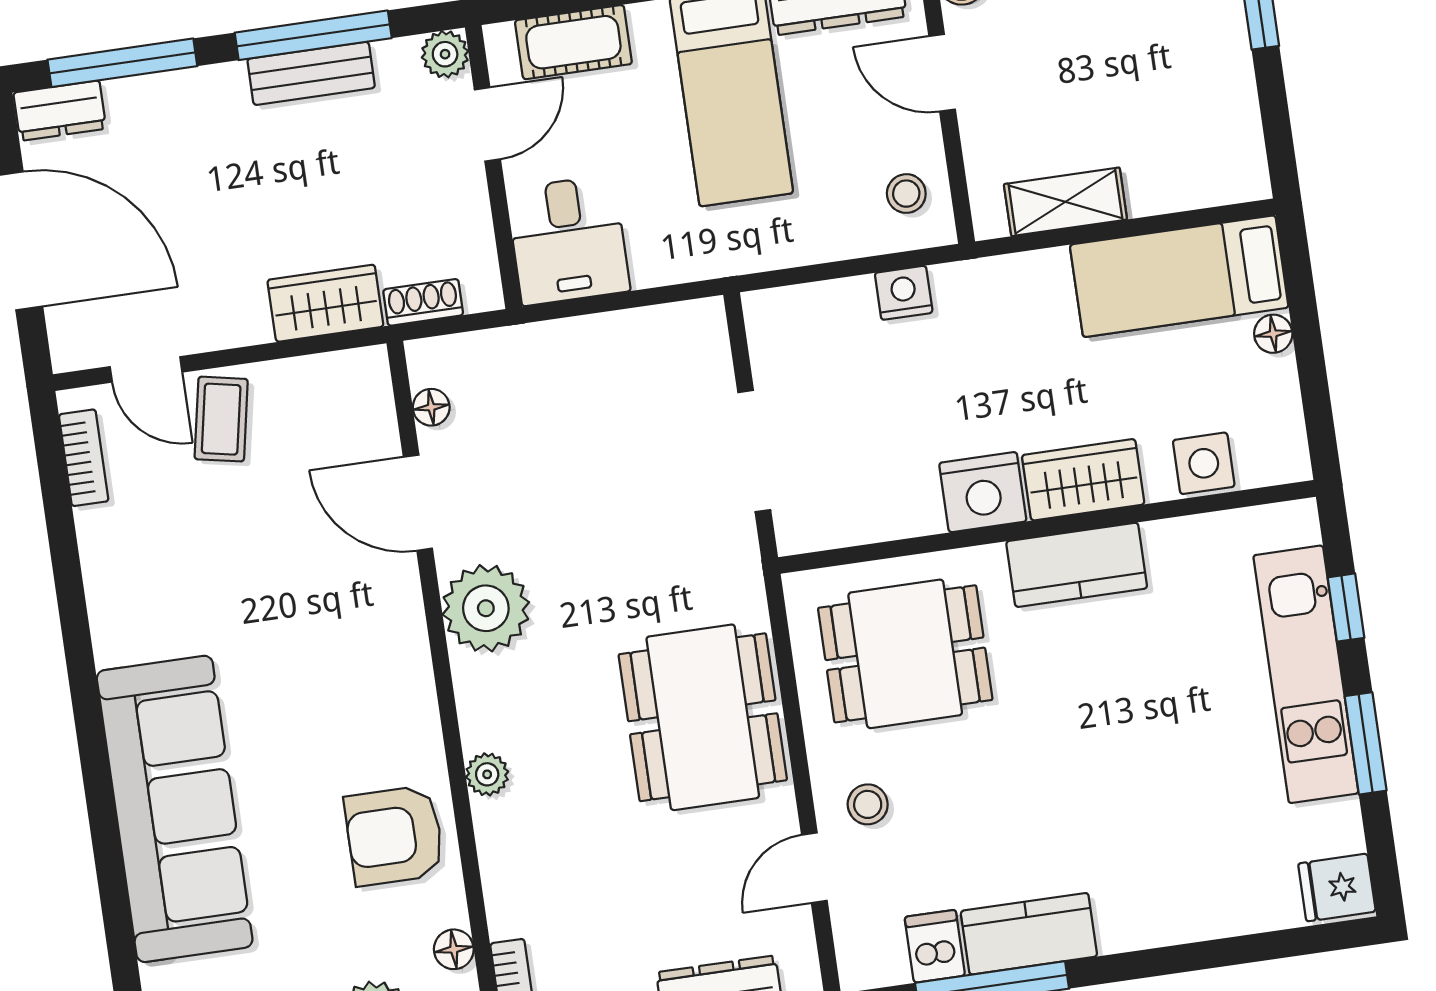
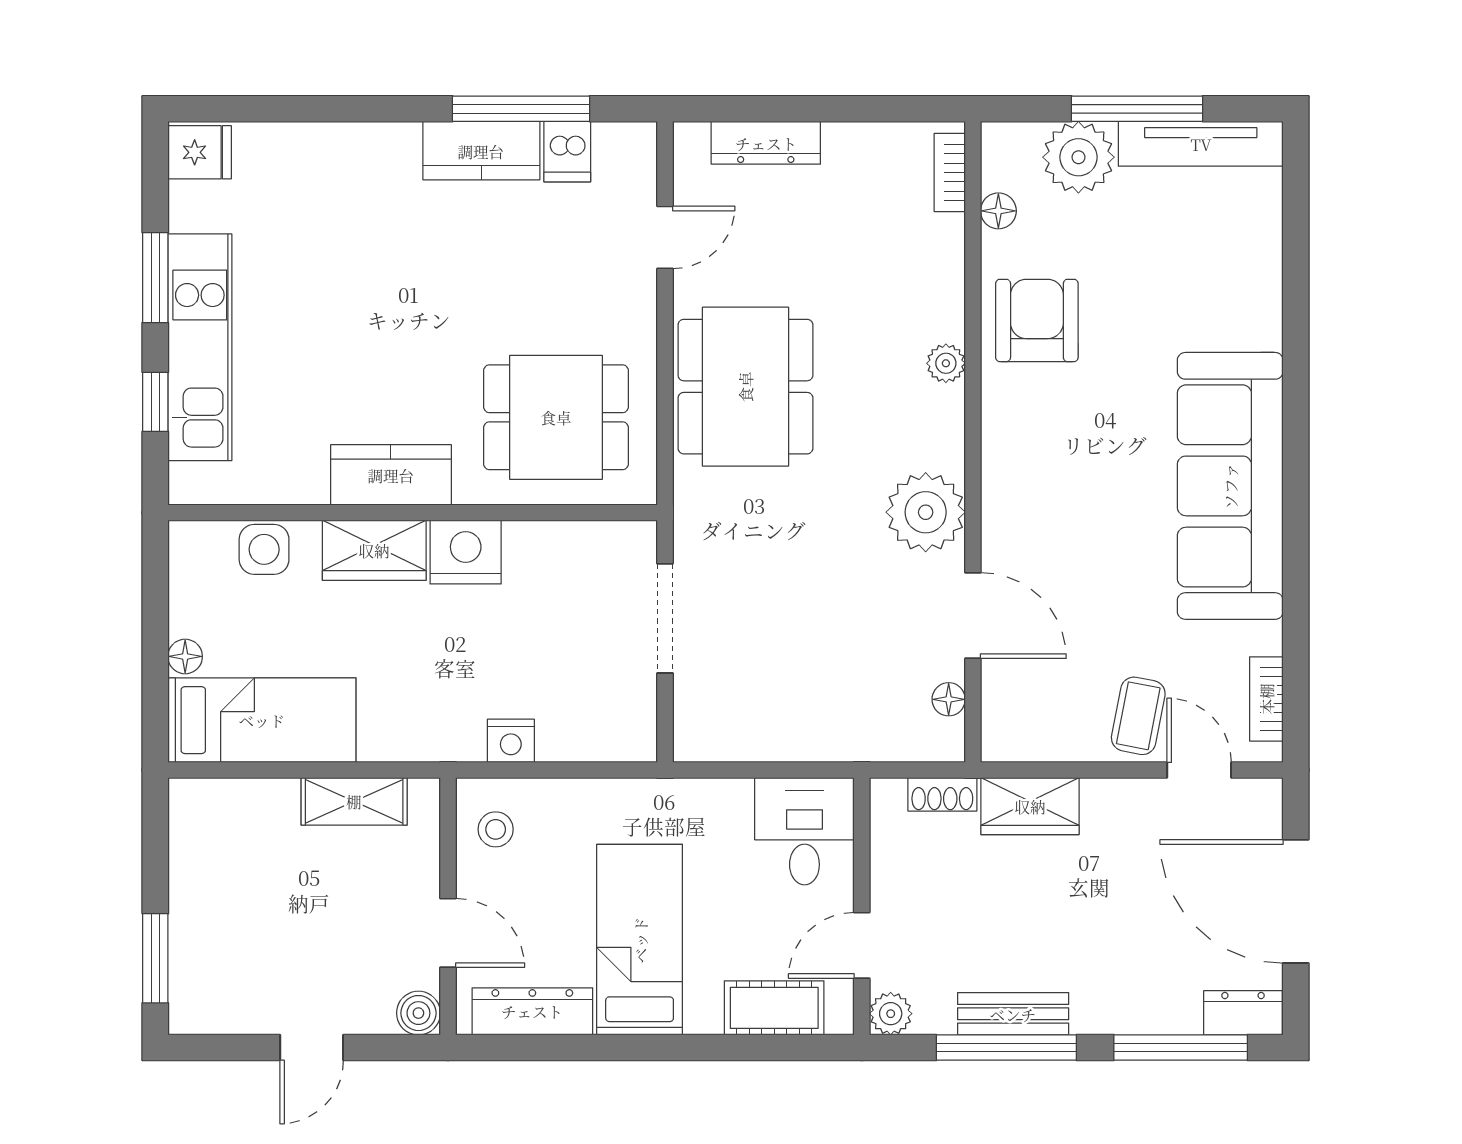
stool: (868, 804) -> (609, 287), removed
sofa: (175, 809) -> (1230, 486), moved
armchair: (394, 836) -> (1037, 320), turned -90

